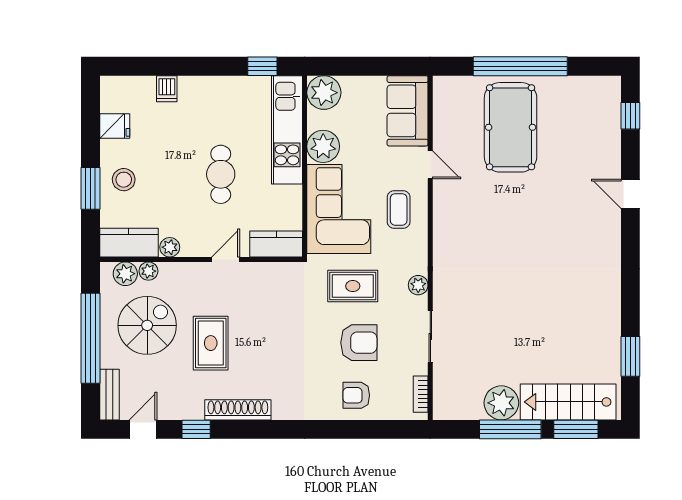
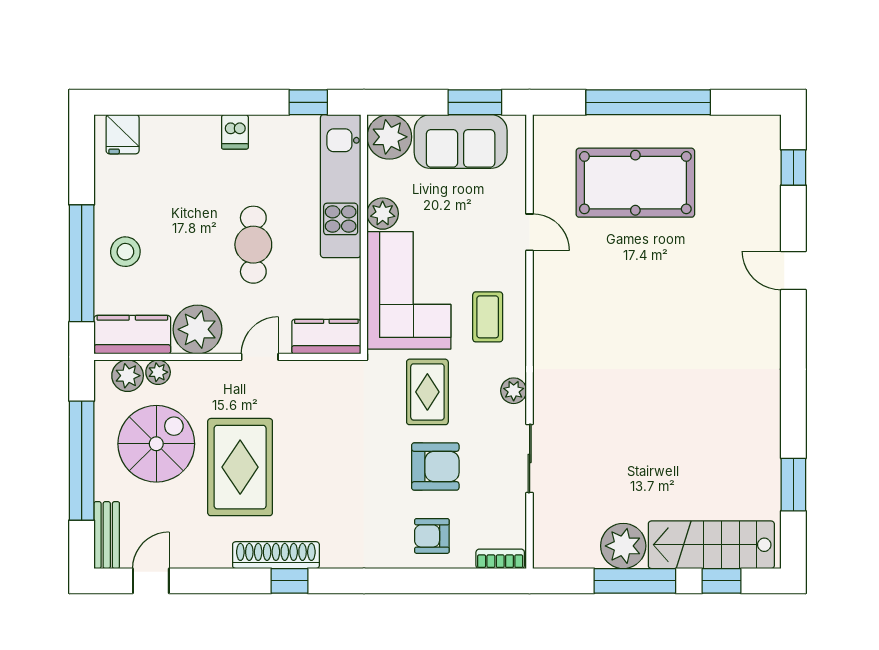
window: (389, 66) -> (475, 102), added
dishwasher: (167, 89) -> (235, 132), moved
sofa: (408, 111) -> (461, 141), moved, turned -90
fridge: (115, 126) -> (123, 134), moved, turned 90
pool table: (511, 127) -> (635, 183), turned 90
plant: (323, 146) -> (383, 214), width x0.73, depth x0.73
window: (91, 188) -> (82, 263), width x2.11
coffee table: (399, 209) -> (488, 317), moved
plant: (170, 247) -> (197, 329), width x1.88, depth x1.88
rug: (353, 286) -> (427, 392), turned 90
rug: (211, 343) -> (240, 467), width x1.36, depth x1.43
bookcase: (421, 394) -> (500, 559), moved, turned 90
window: (196, 429) -> (289, 581), moved
window: (576, 429) -> (721, 581), width x0.67

